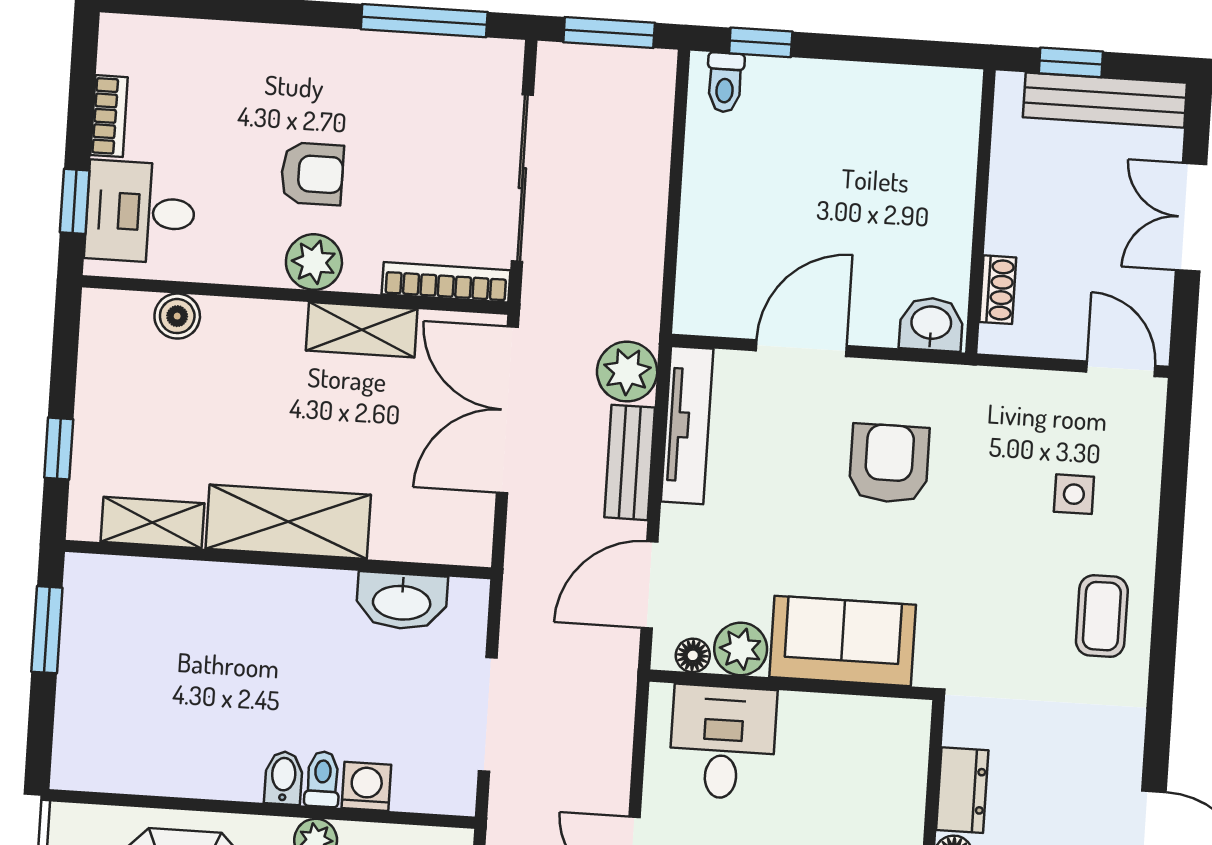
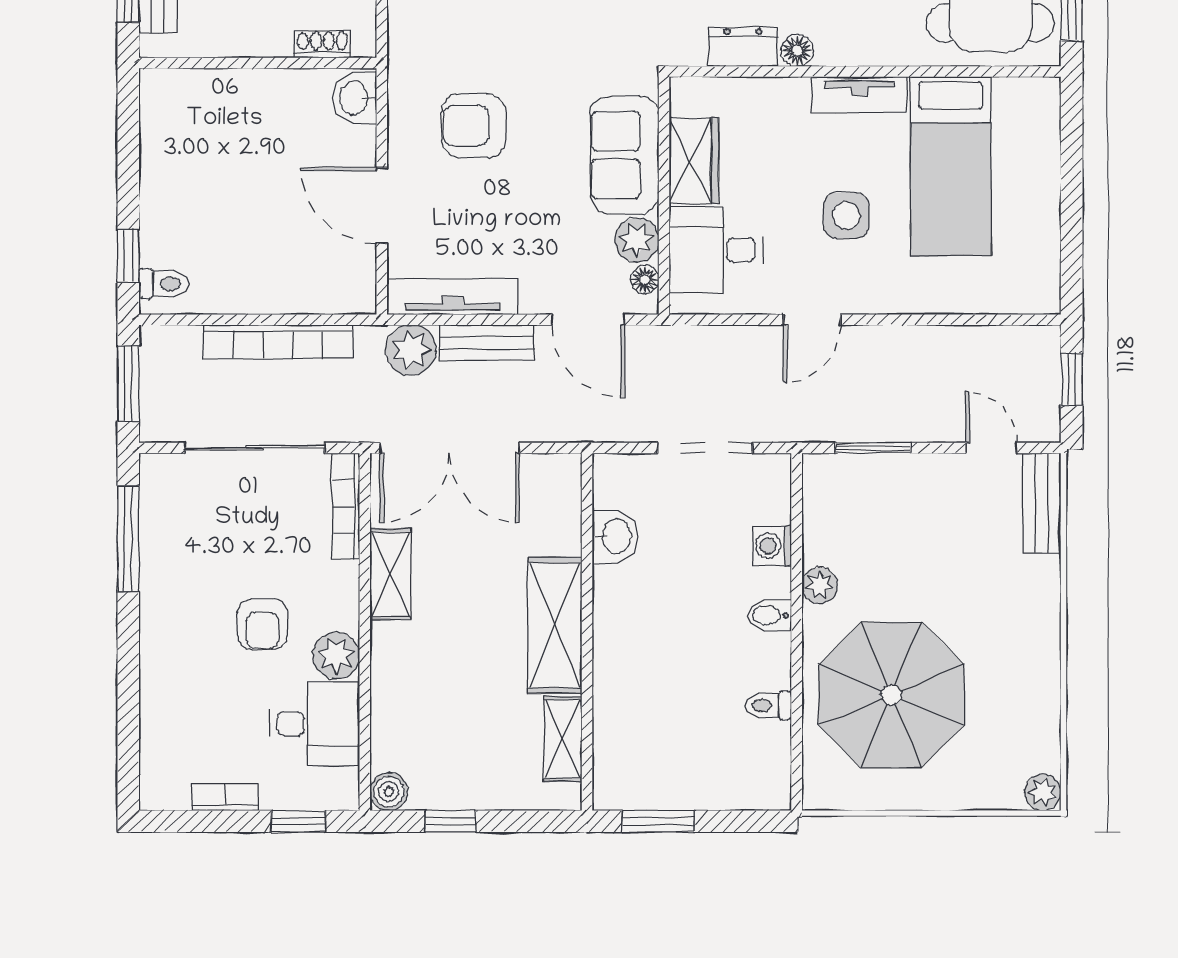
armchair: (312, 174) -> (262, 624), turned 180
desk: (140, 212) -> (315, 724), moved, turned -90
bookcase: (647, 214) -> (278, 342), added
plant: (314, 262) -> (336, 655), moved
boiler: (177, 316) -> (389, 792), moved
window: (59, 449) -> (451, 821), moved
washbasin: (402, 601) -> (615, 536), width x0.72
wardrobe: (831, 723) -> (694, 161), added
toilet: (322, 779) -> (768, 705), moved

